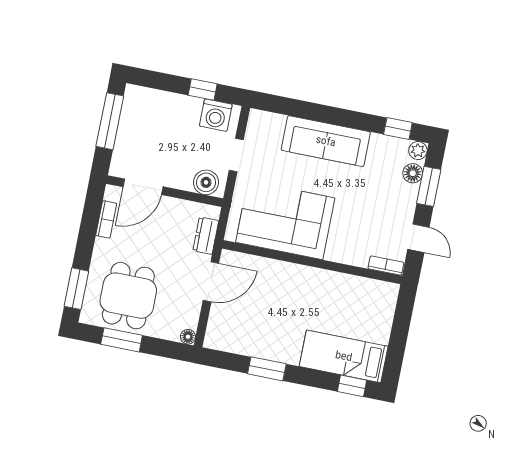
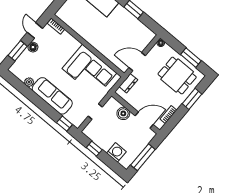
washing machine: (216, 115) -> (116, 152), moved
window: (398, 129) -> (65, 124), moved
plant: (418, 151) -> (29, 82), moved
floor lamp: (413, 173) -> (33, 47), moved
boiler: (206, 182) -> (123, 113), moved
window: (76, 289) -> (192, 99), moved
dining table: (128, 296) -> (177, 76), turned 90

